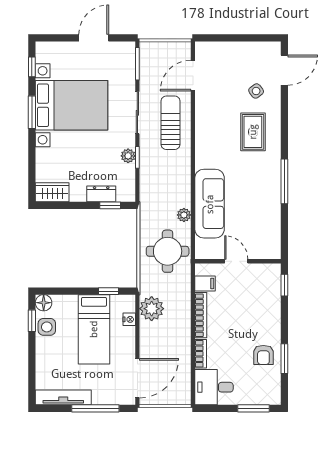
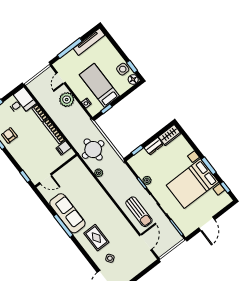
dresser: (101, 194) -> (154, 146), moved
sofa: (210, 204) -> (67, 213), moved, turned 180
door: (236, 261) -> (45, 179), moved
plant: (152, 309) -> (67, 100), moved
door: (137, 378) -> (61, 78), width x0.53

